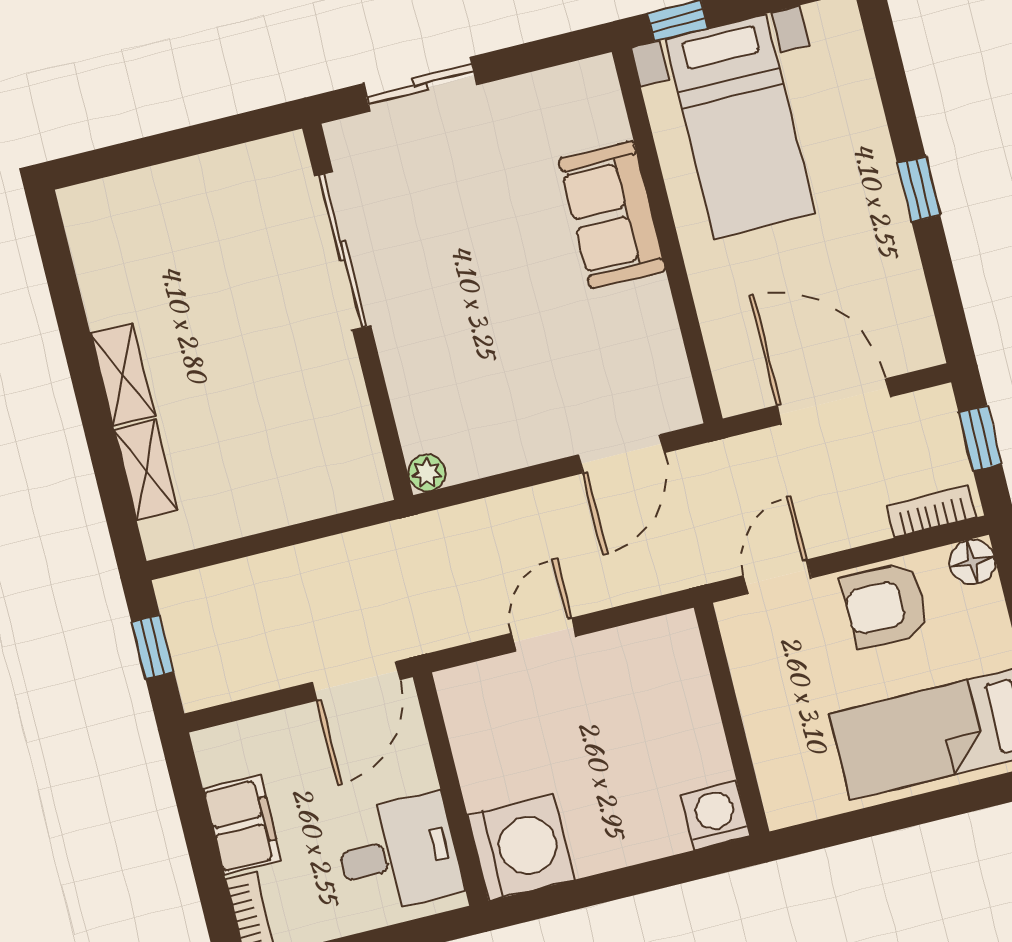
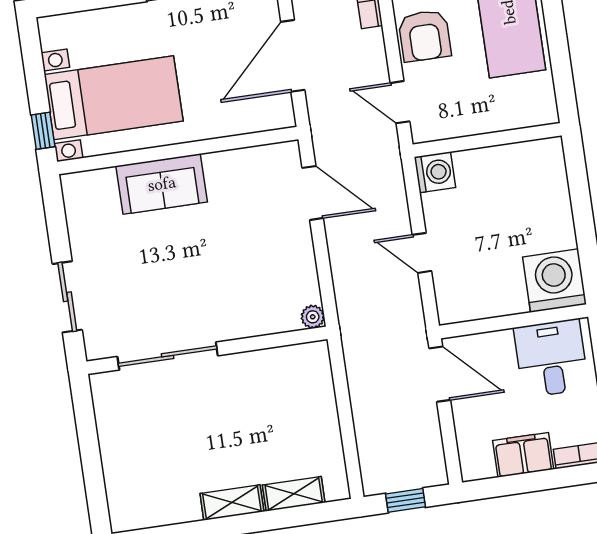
washing machine: (715, 815) -> (435, 172), moved, turned 180

